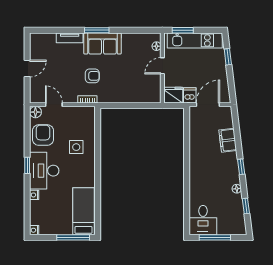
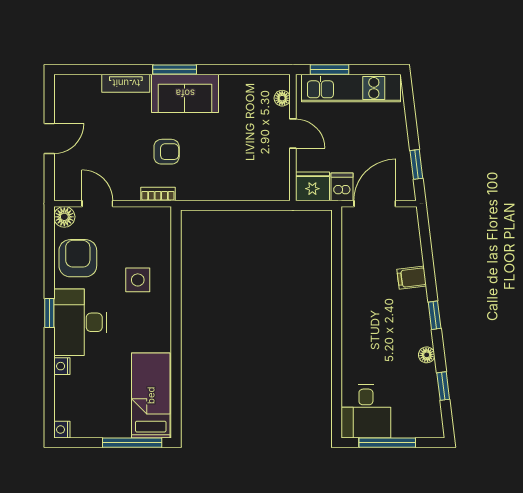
window: (228, 57) -> (416, 164), moved
door: (162, 66) -> (293, 134), swing flipped
filing cabinet: (228, 140) -> (412, 278), width x0.50

